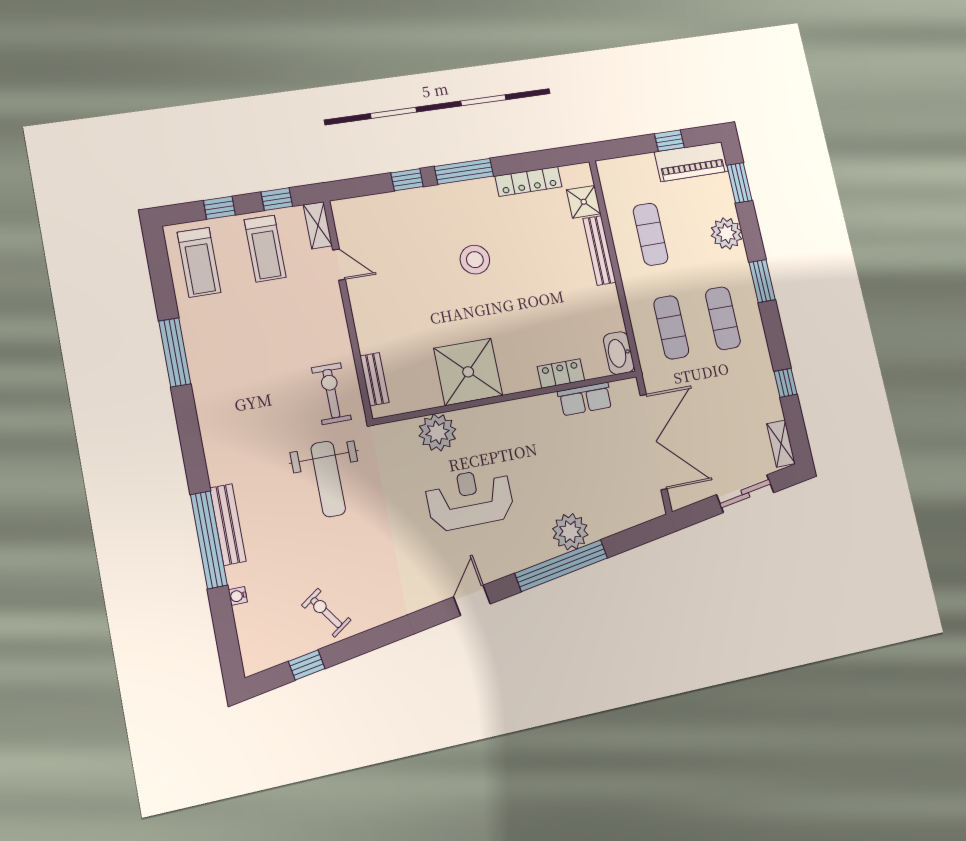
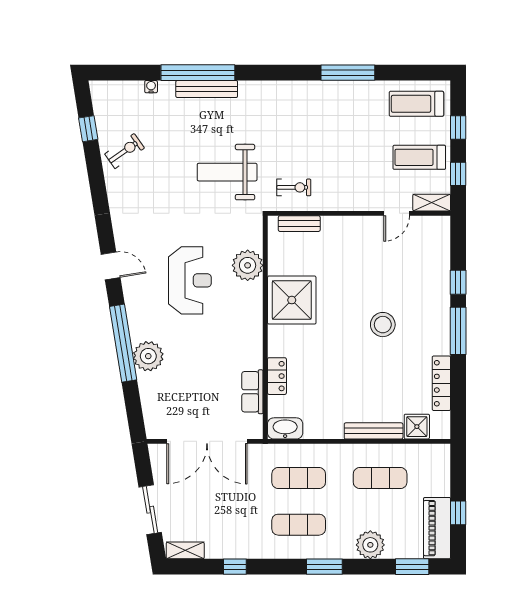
exercise bike: (331, 394) -> (294, 187), width x0.73, depth x0.72

